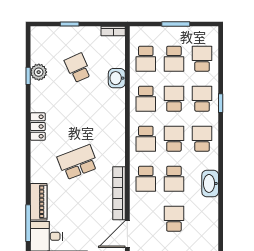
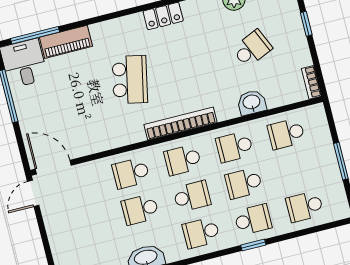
school desk: (174, 59) -> (295, 170), removed
school desk: (202, 59) -> (305, 207), turned 180
school desk: (174, 99) -> (244, 183), turned 180
school desk: (202, 139) -> (201, 233), turned 180
school desk: (78, 162) -> (130, 80), turned 33
bookcase: (119, 193) -> (181, 124), moved
school desk: (174, 219) -> (88, 223), removed

